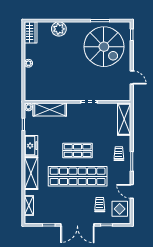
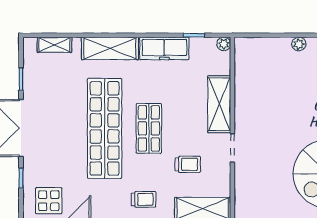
shelving: (50, 110) -> (219, 104), moved
freezer: (31, 146) -> (164, 48), width x1.40
trolley: (100, 205) -> (188, 164), moved

